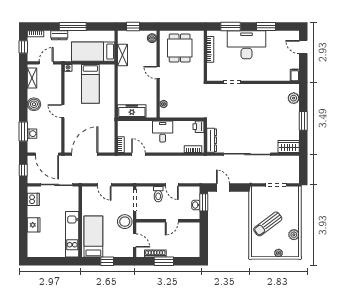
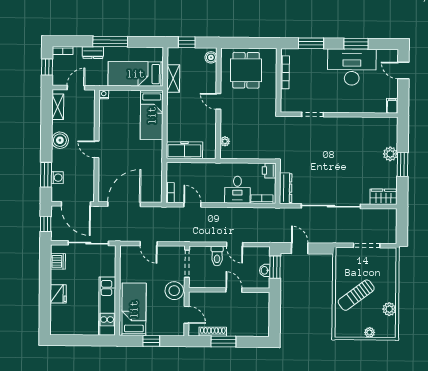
desk: (247, 45) -> (352, 67), moved
bed: (90, 84) -> (152, 115), moved
plant: (294, 98) -> (390, 154), moved
desk: (163, 131) -> (237, 190), moved, turned 180
door: (172, 221) -> (234, 290), swing flipped

